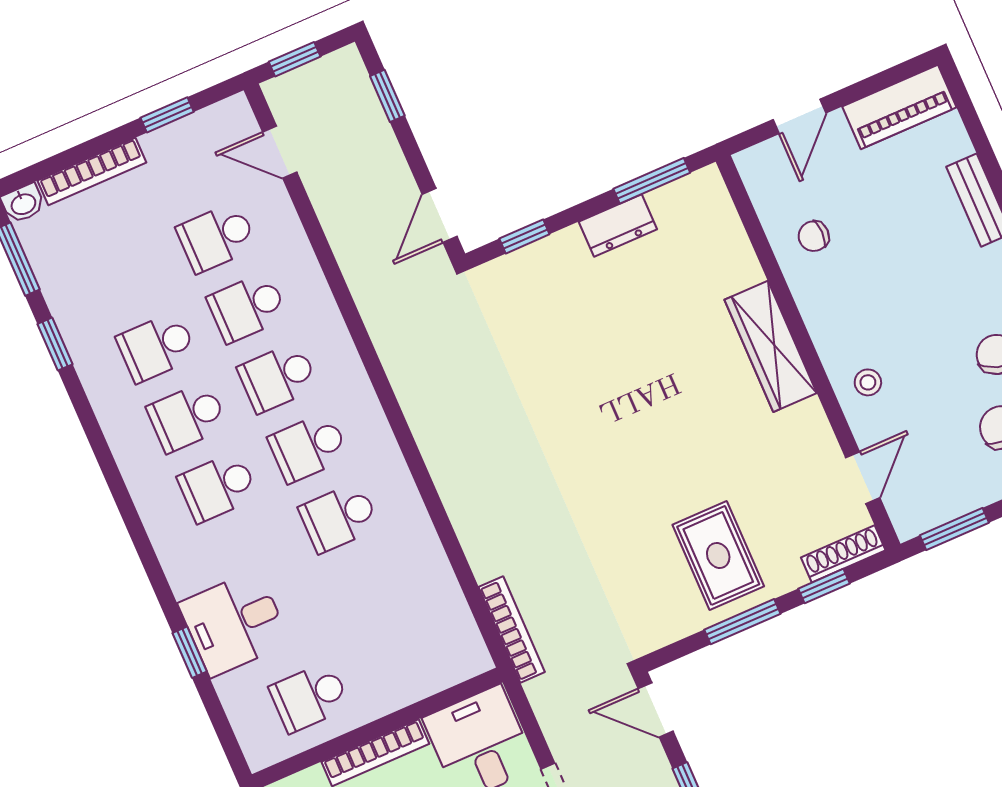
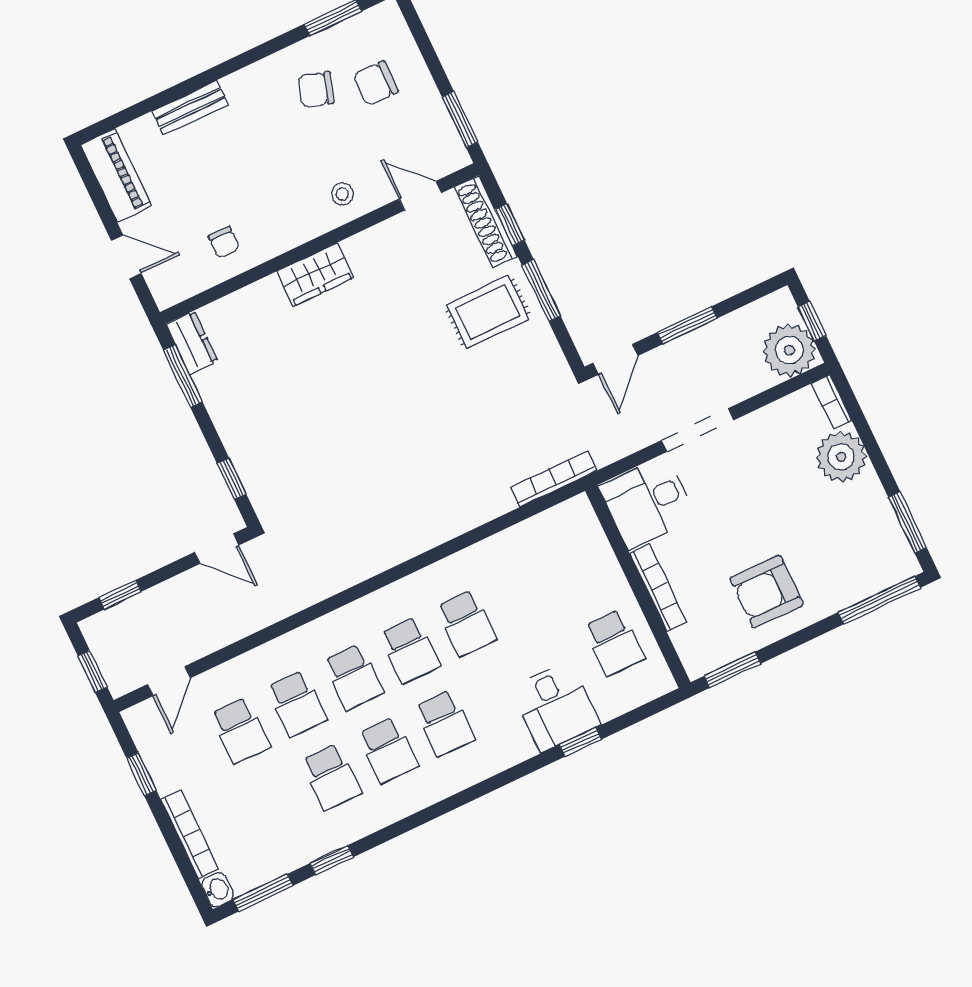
dresser: (618, 225) -> (192, 343), moved
wardrobe: (771, 346) -> (315, 274), width x0.67
shoe rack: (843, 554) -> (486, 222), width x1.36, depth x1.24

